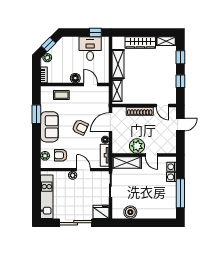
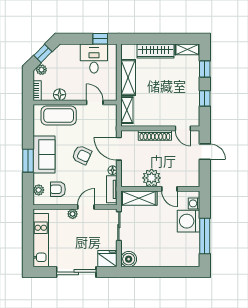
floor lamp: (75, 78) -> (60, 95), moved
coffee table: (61, 95) -> (59, 115), width x1.86, depth x1.72
window: (36, 114) -> (28, 161), moved
door: (110, 122) -> (119, 149), hinge flipped
door: (180, 125) -> (205, 152), hinge flipped
door: (84, 170) -> (86, 207), hinge flipped
washing machine: (171, 177) -> (188, 221), width x1.89, depth x1.89
boiler: (130, 212) -> (129, 259), moved

